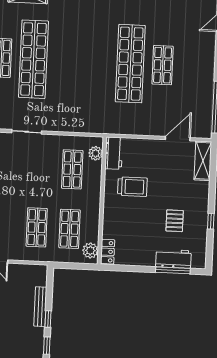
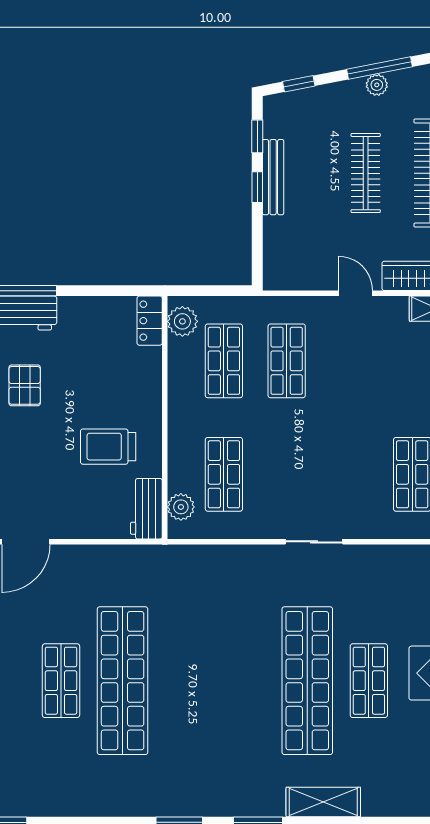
bench: (40, 307) -> (273, 177), moved

